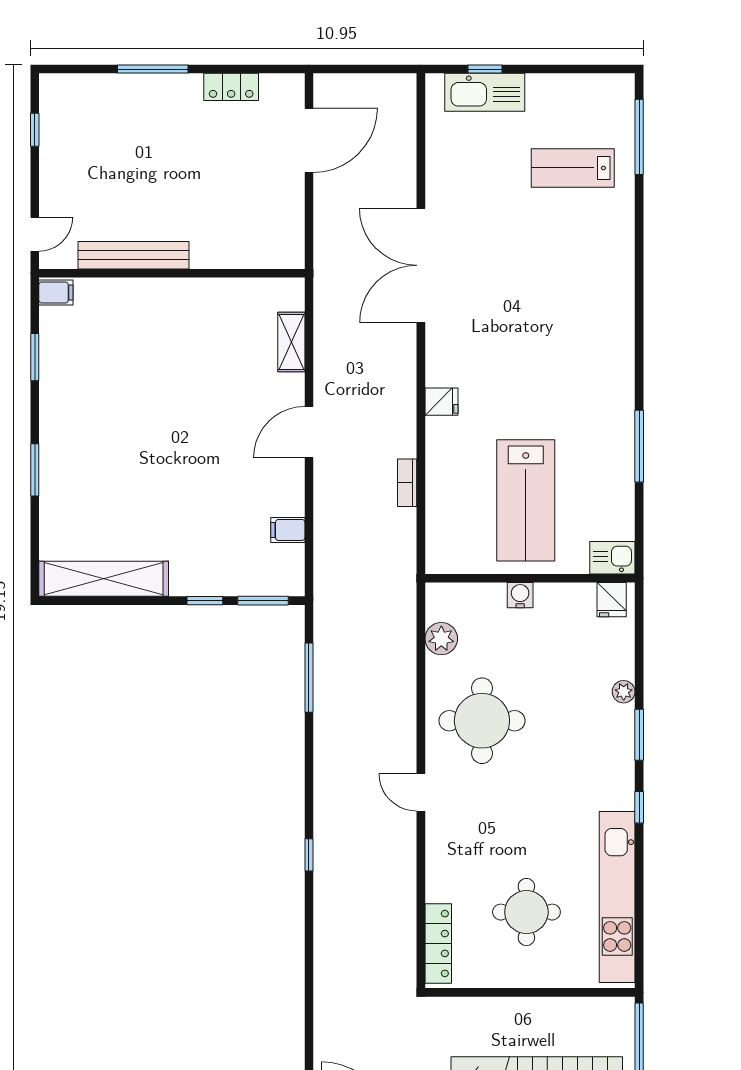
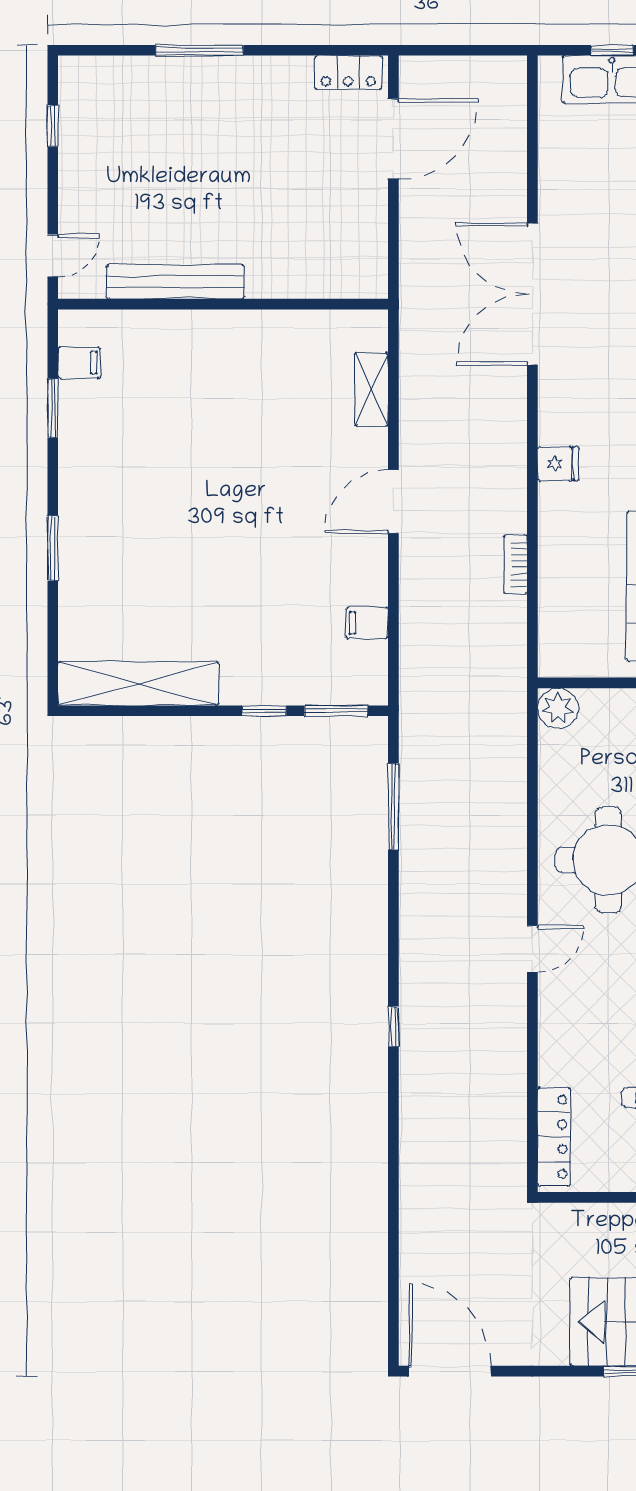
locker: (231, 87) -> (348, 73), moved
filing cabinet: (56, 292) -> (79, 363), moved
plant: (441, 639) -> (558, 708), moved
door: (421, 792) -> (532, 949), swing flipped

